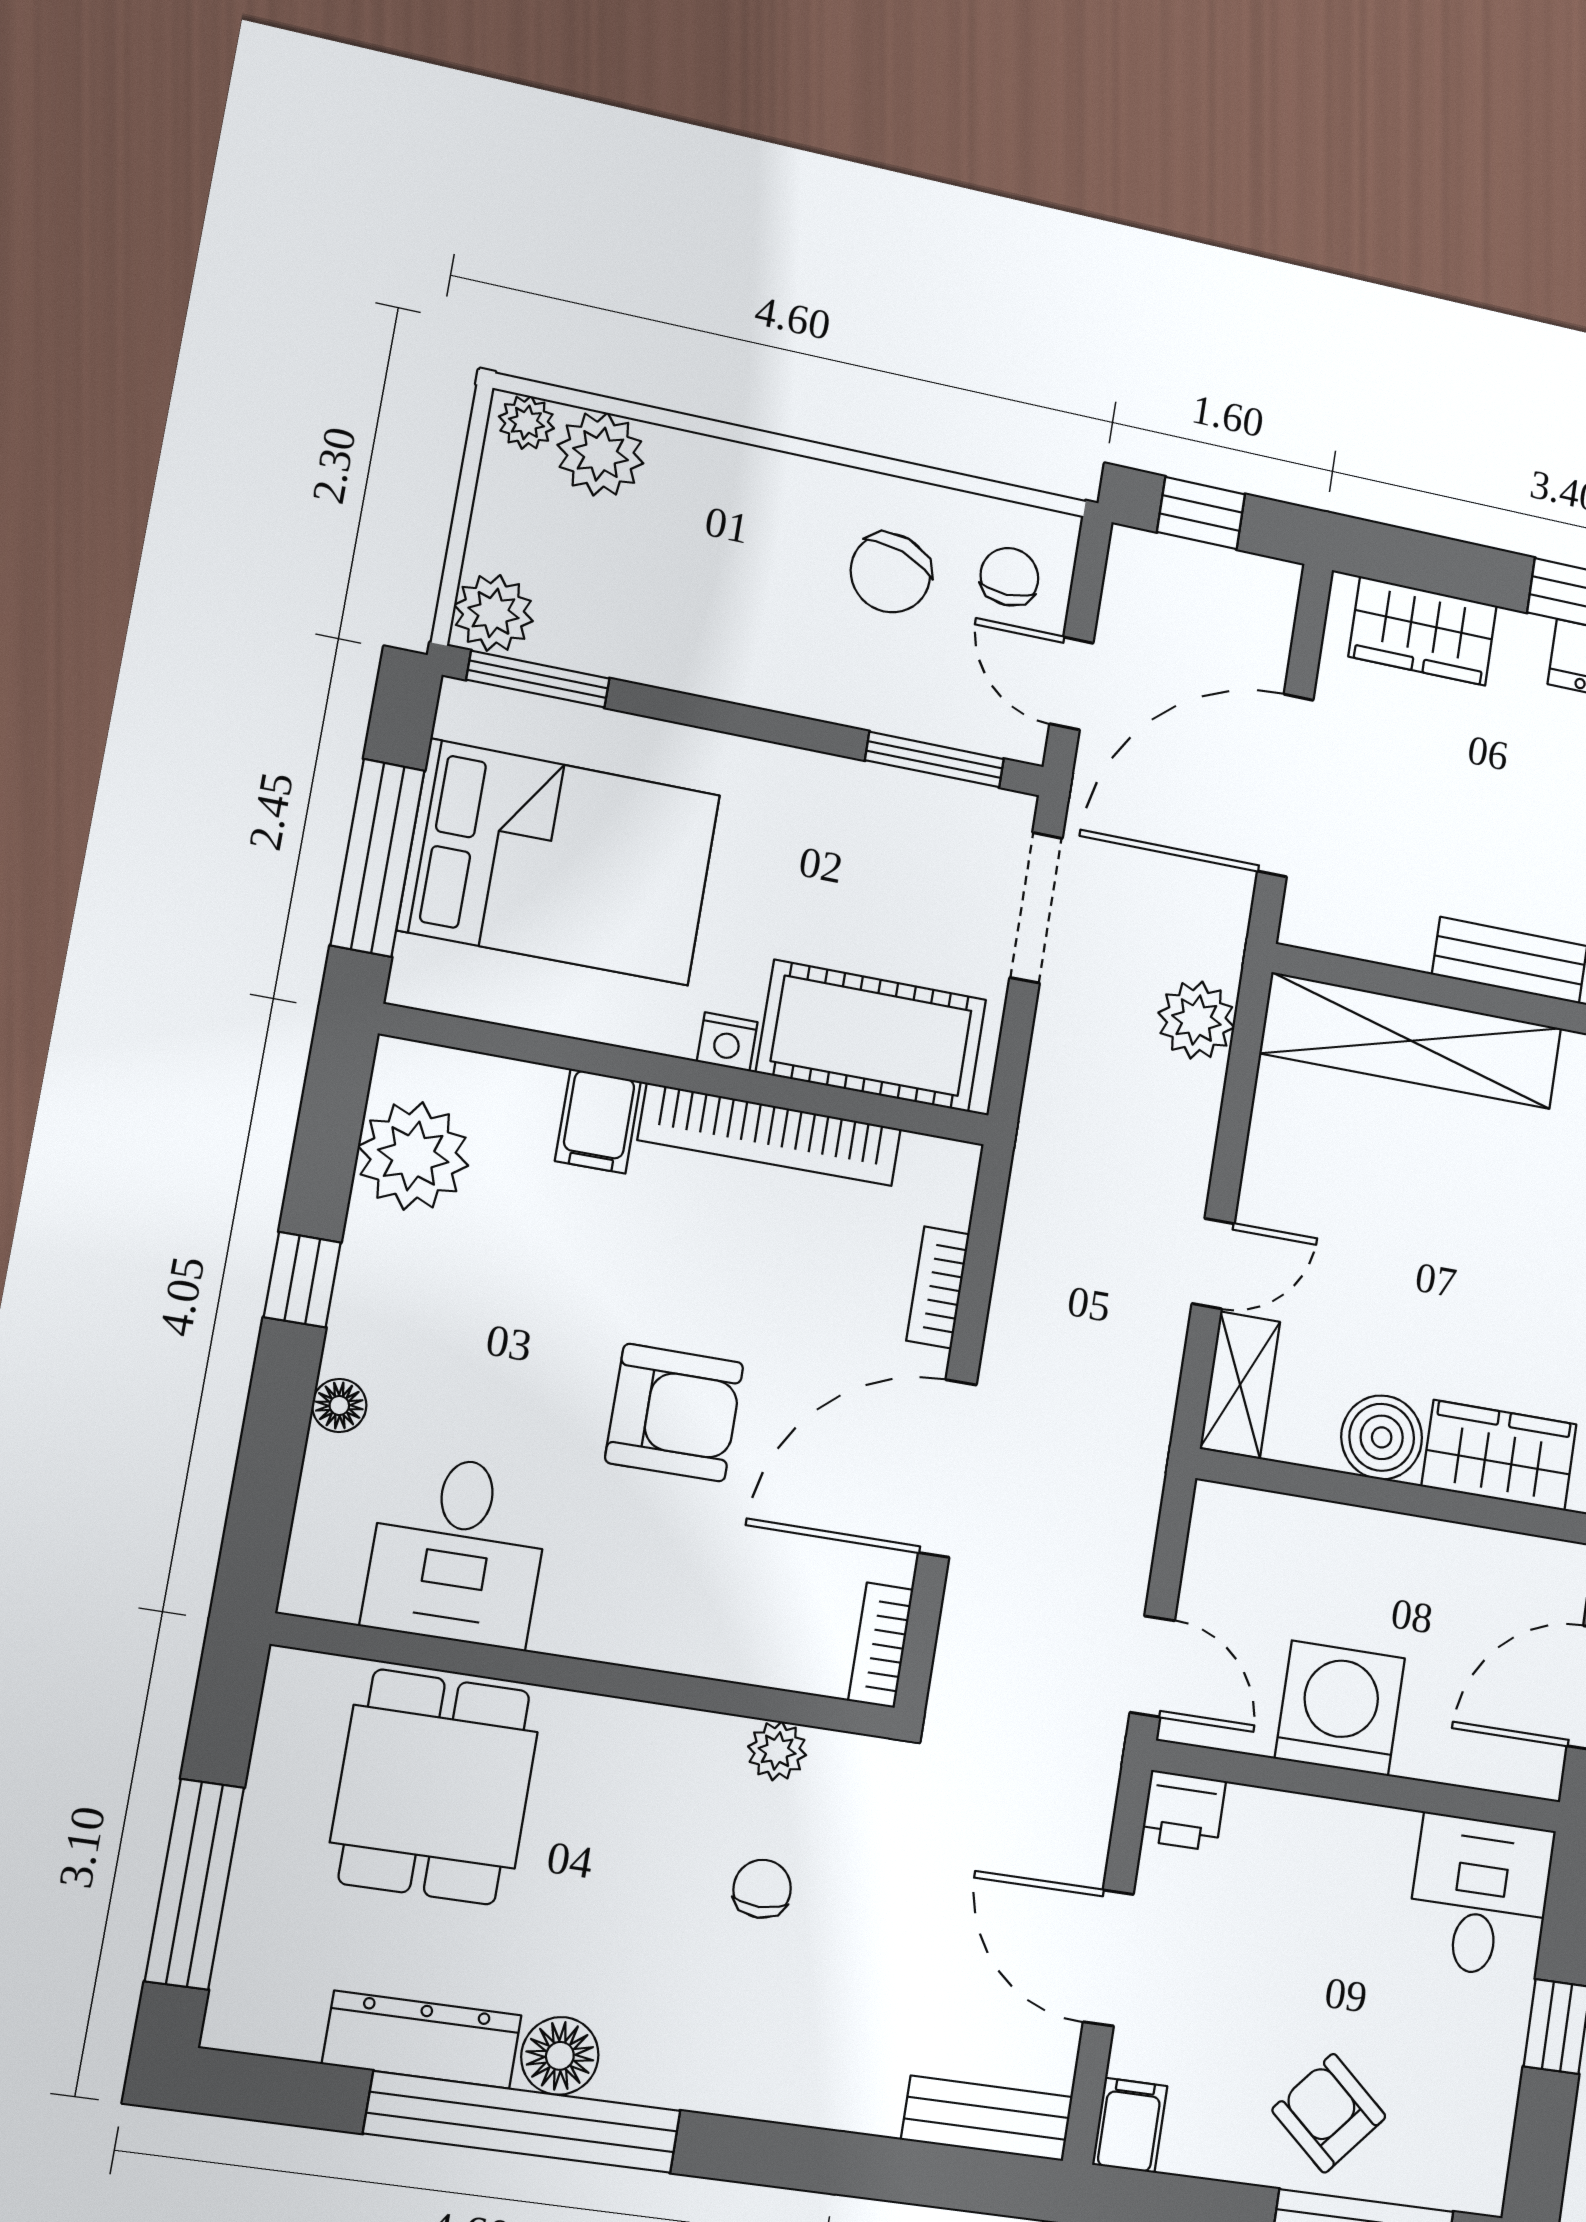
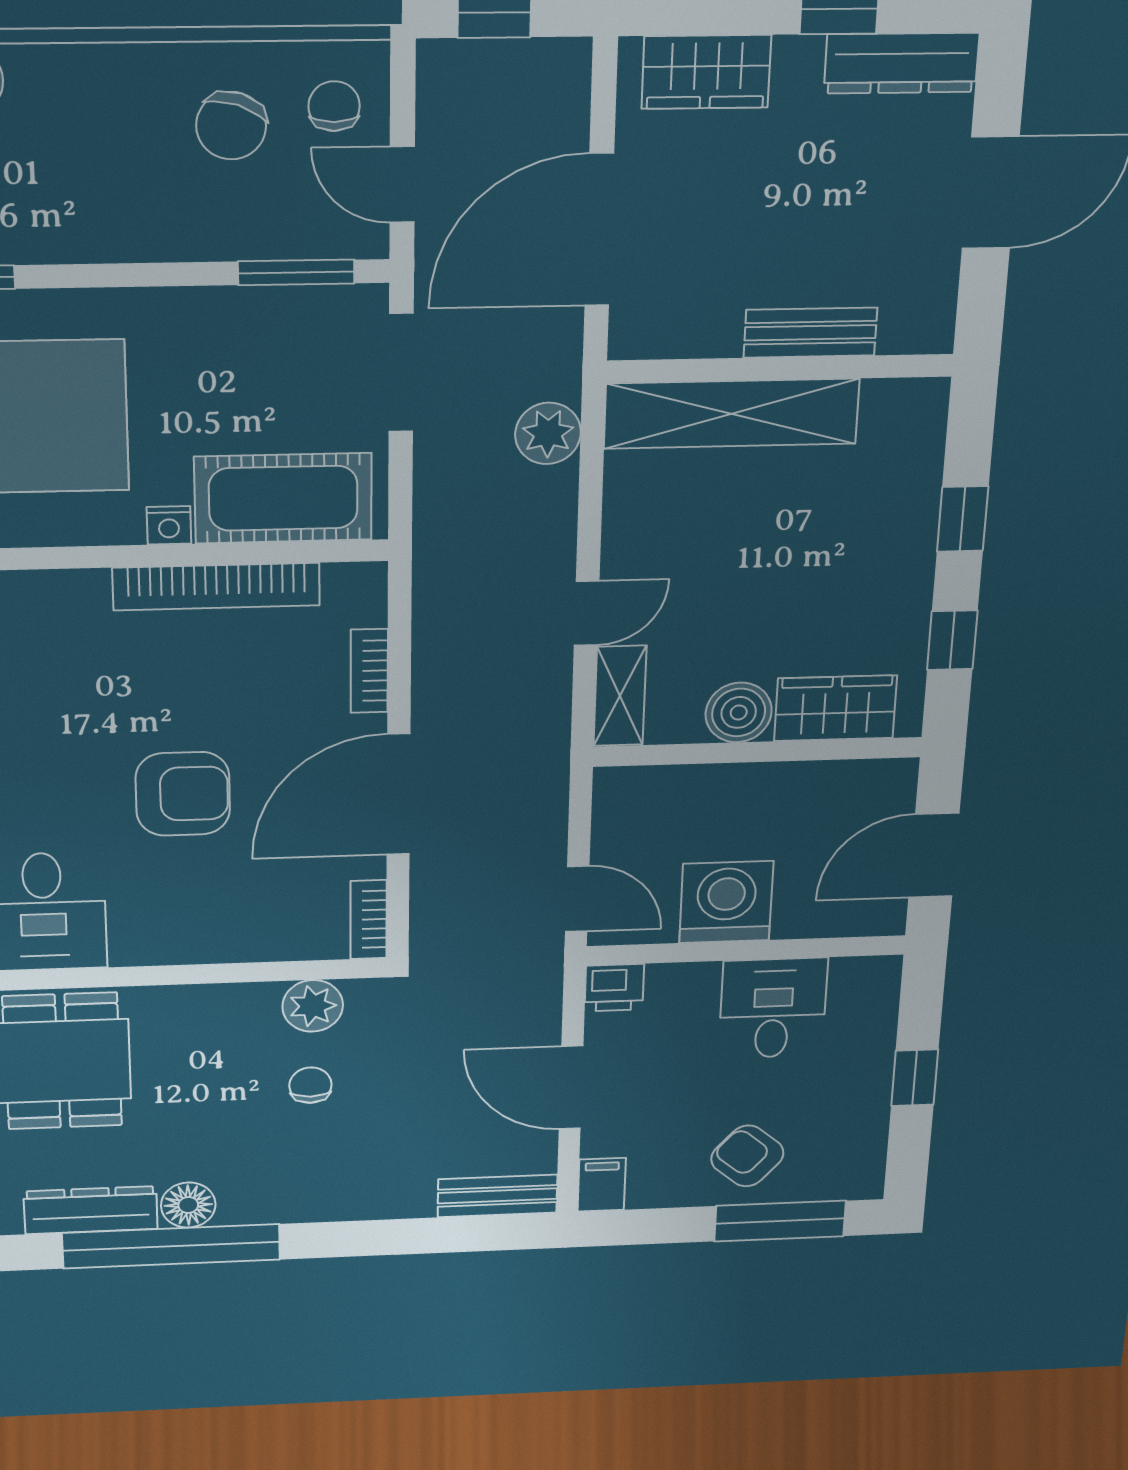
filing cabinet: (598, 1121) -> (80, 603), removed
plant: (777, 1751) -> (313, 1006), width x1.38, depth x1.38
desk: (1480, 1896) -> (773, 1008), moved

